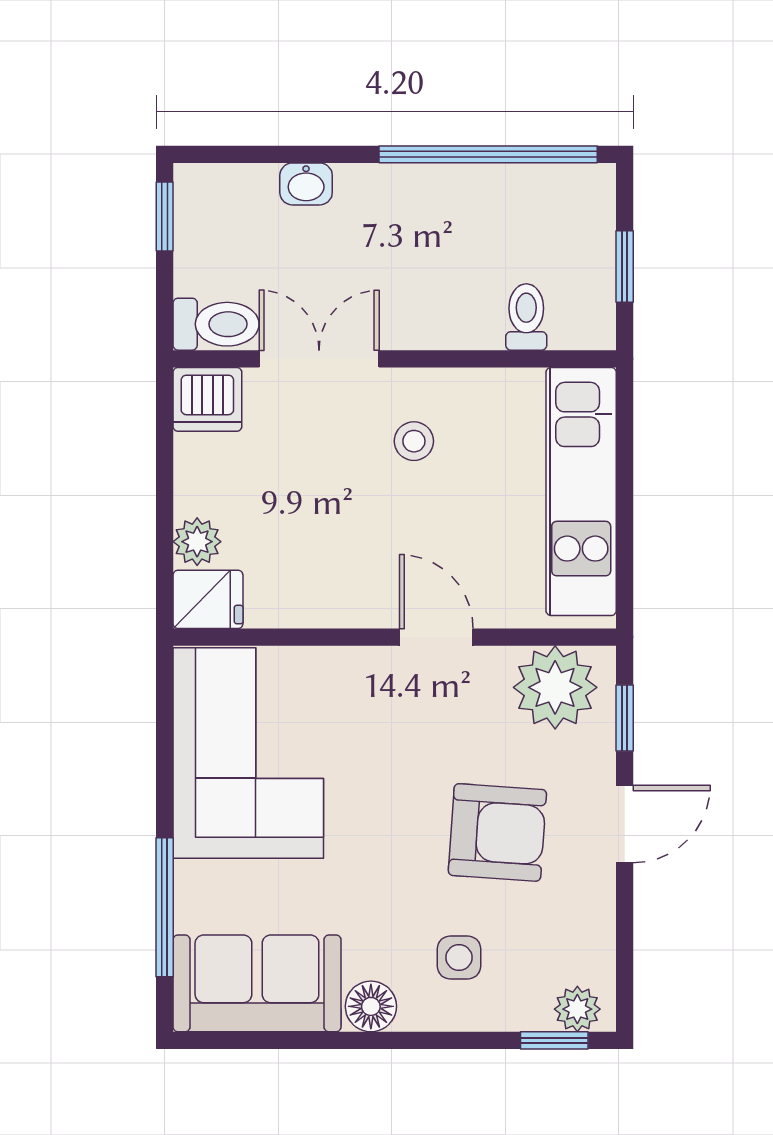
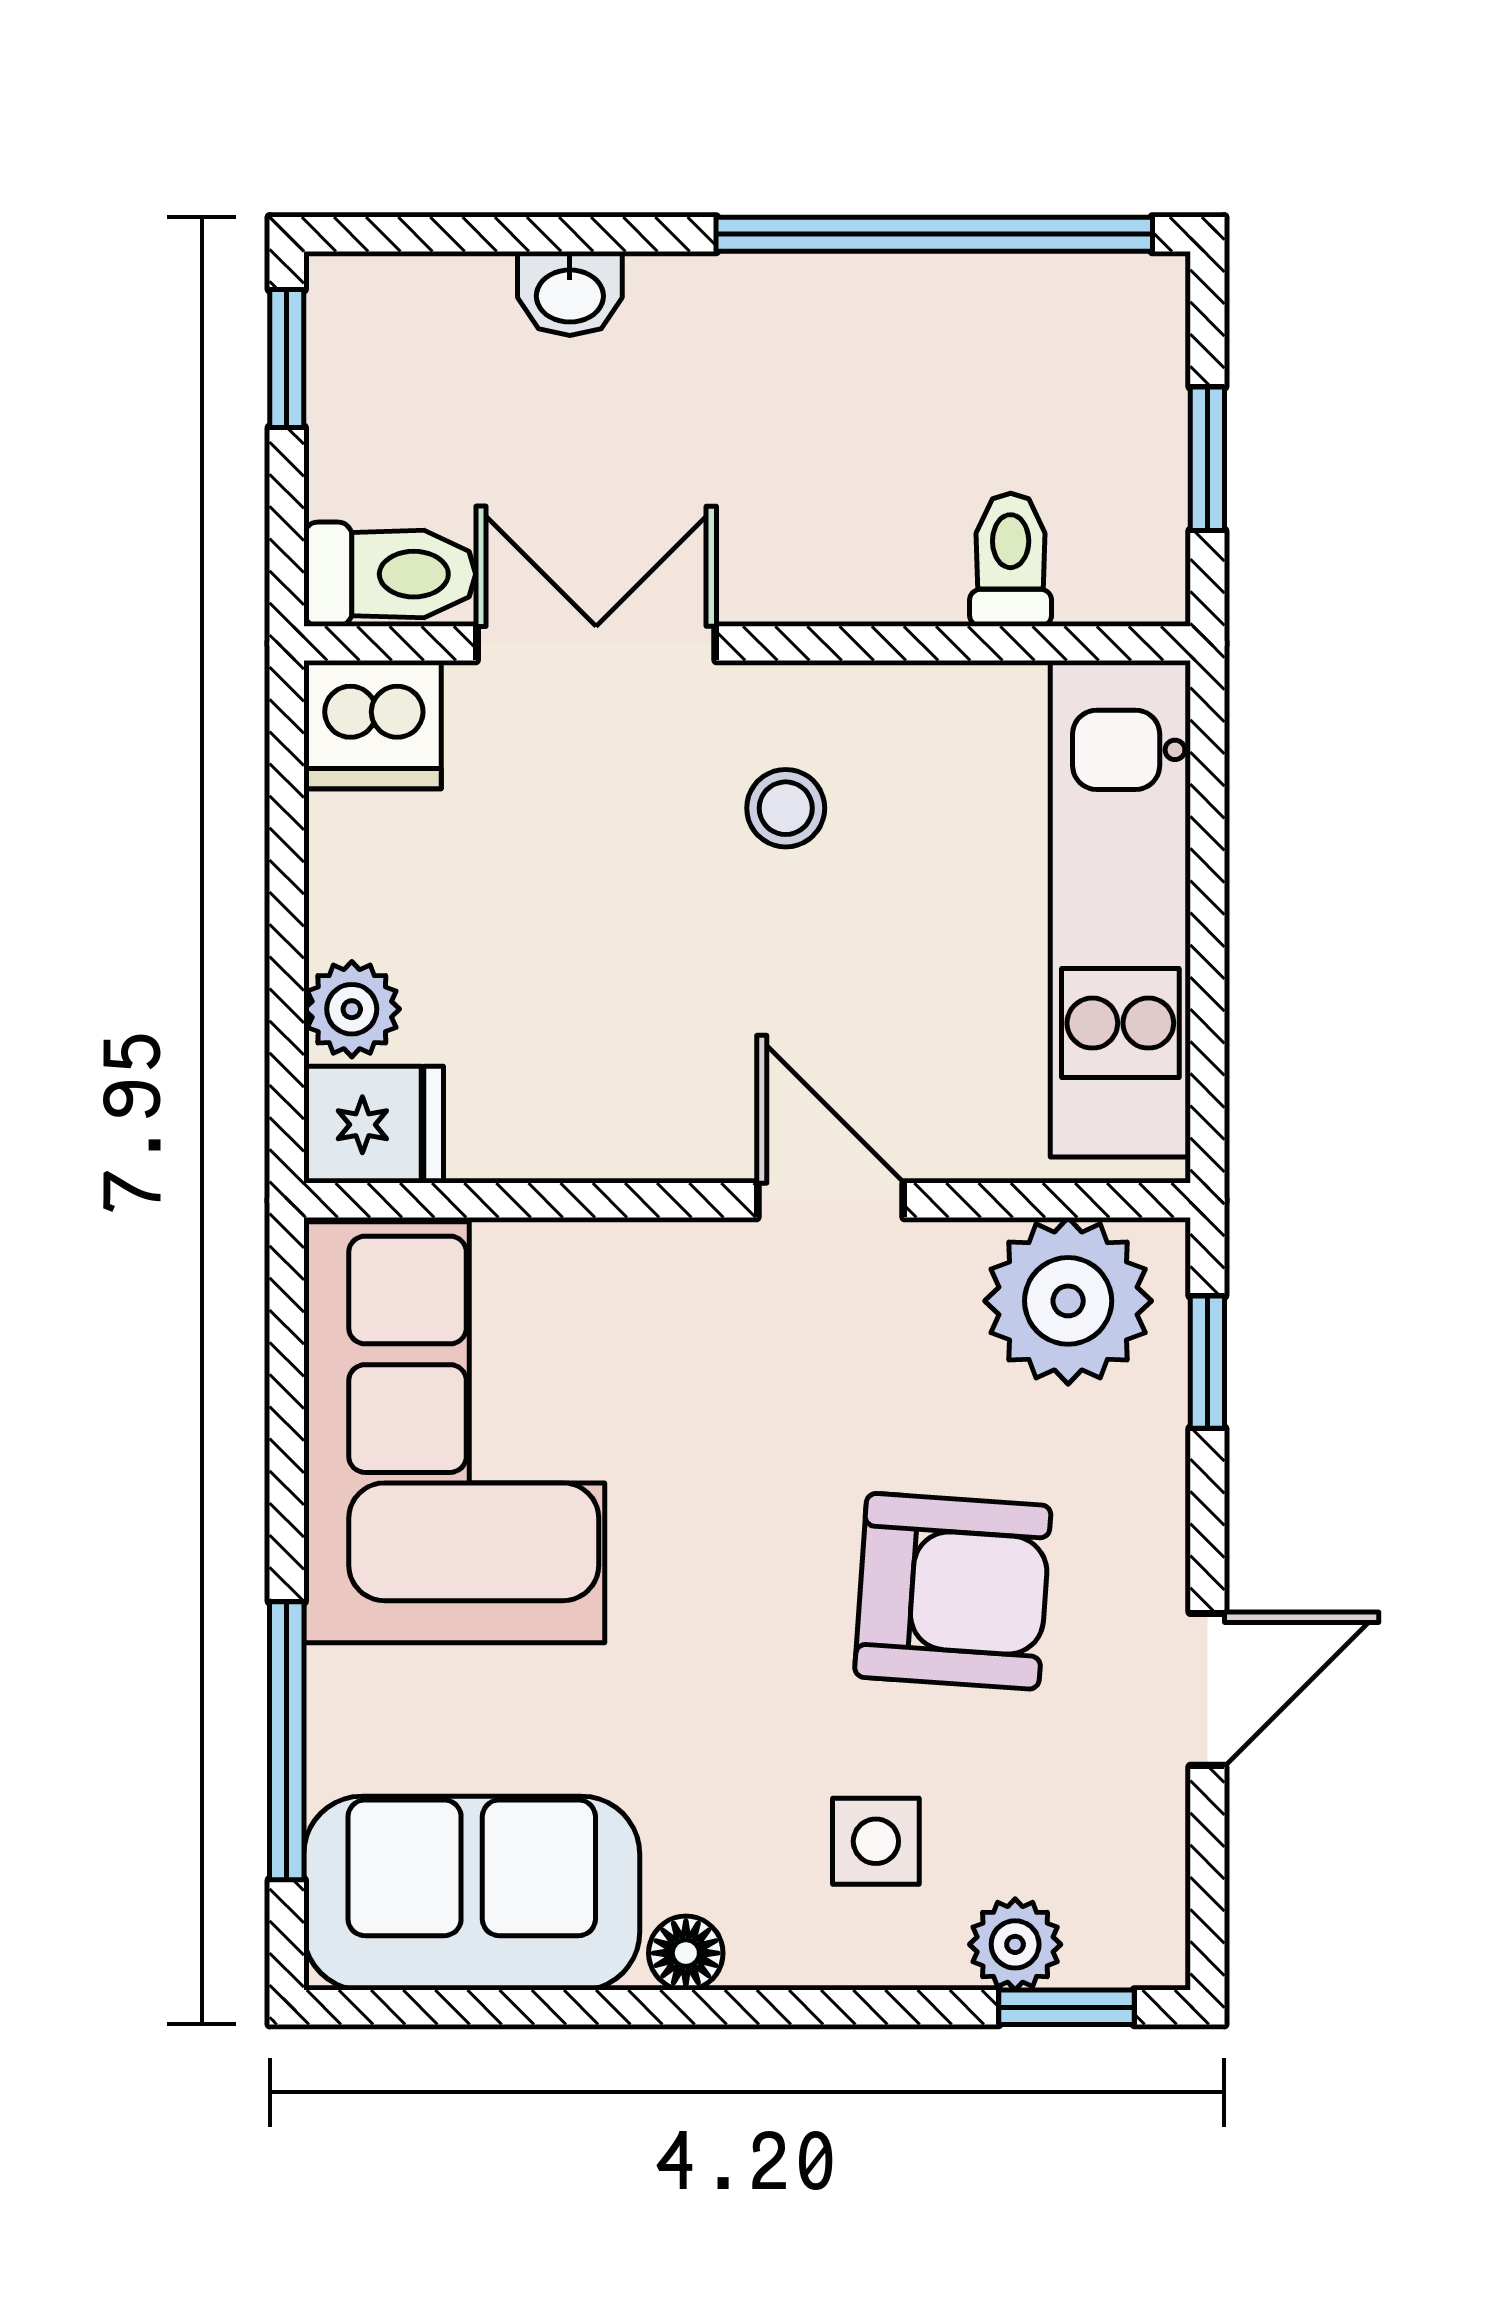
door: (625, 824) -> (1207, 1689), moved
floor lamp: (371, 1006) -> (686, 1953), width x0.73, depth x0.73
plant: (577, 1009) -> (1015, 1944), moved

